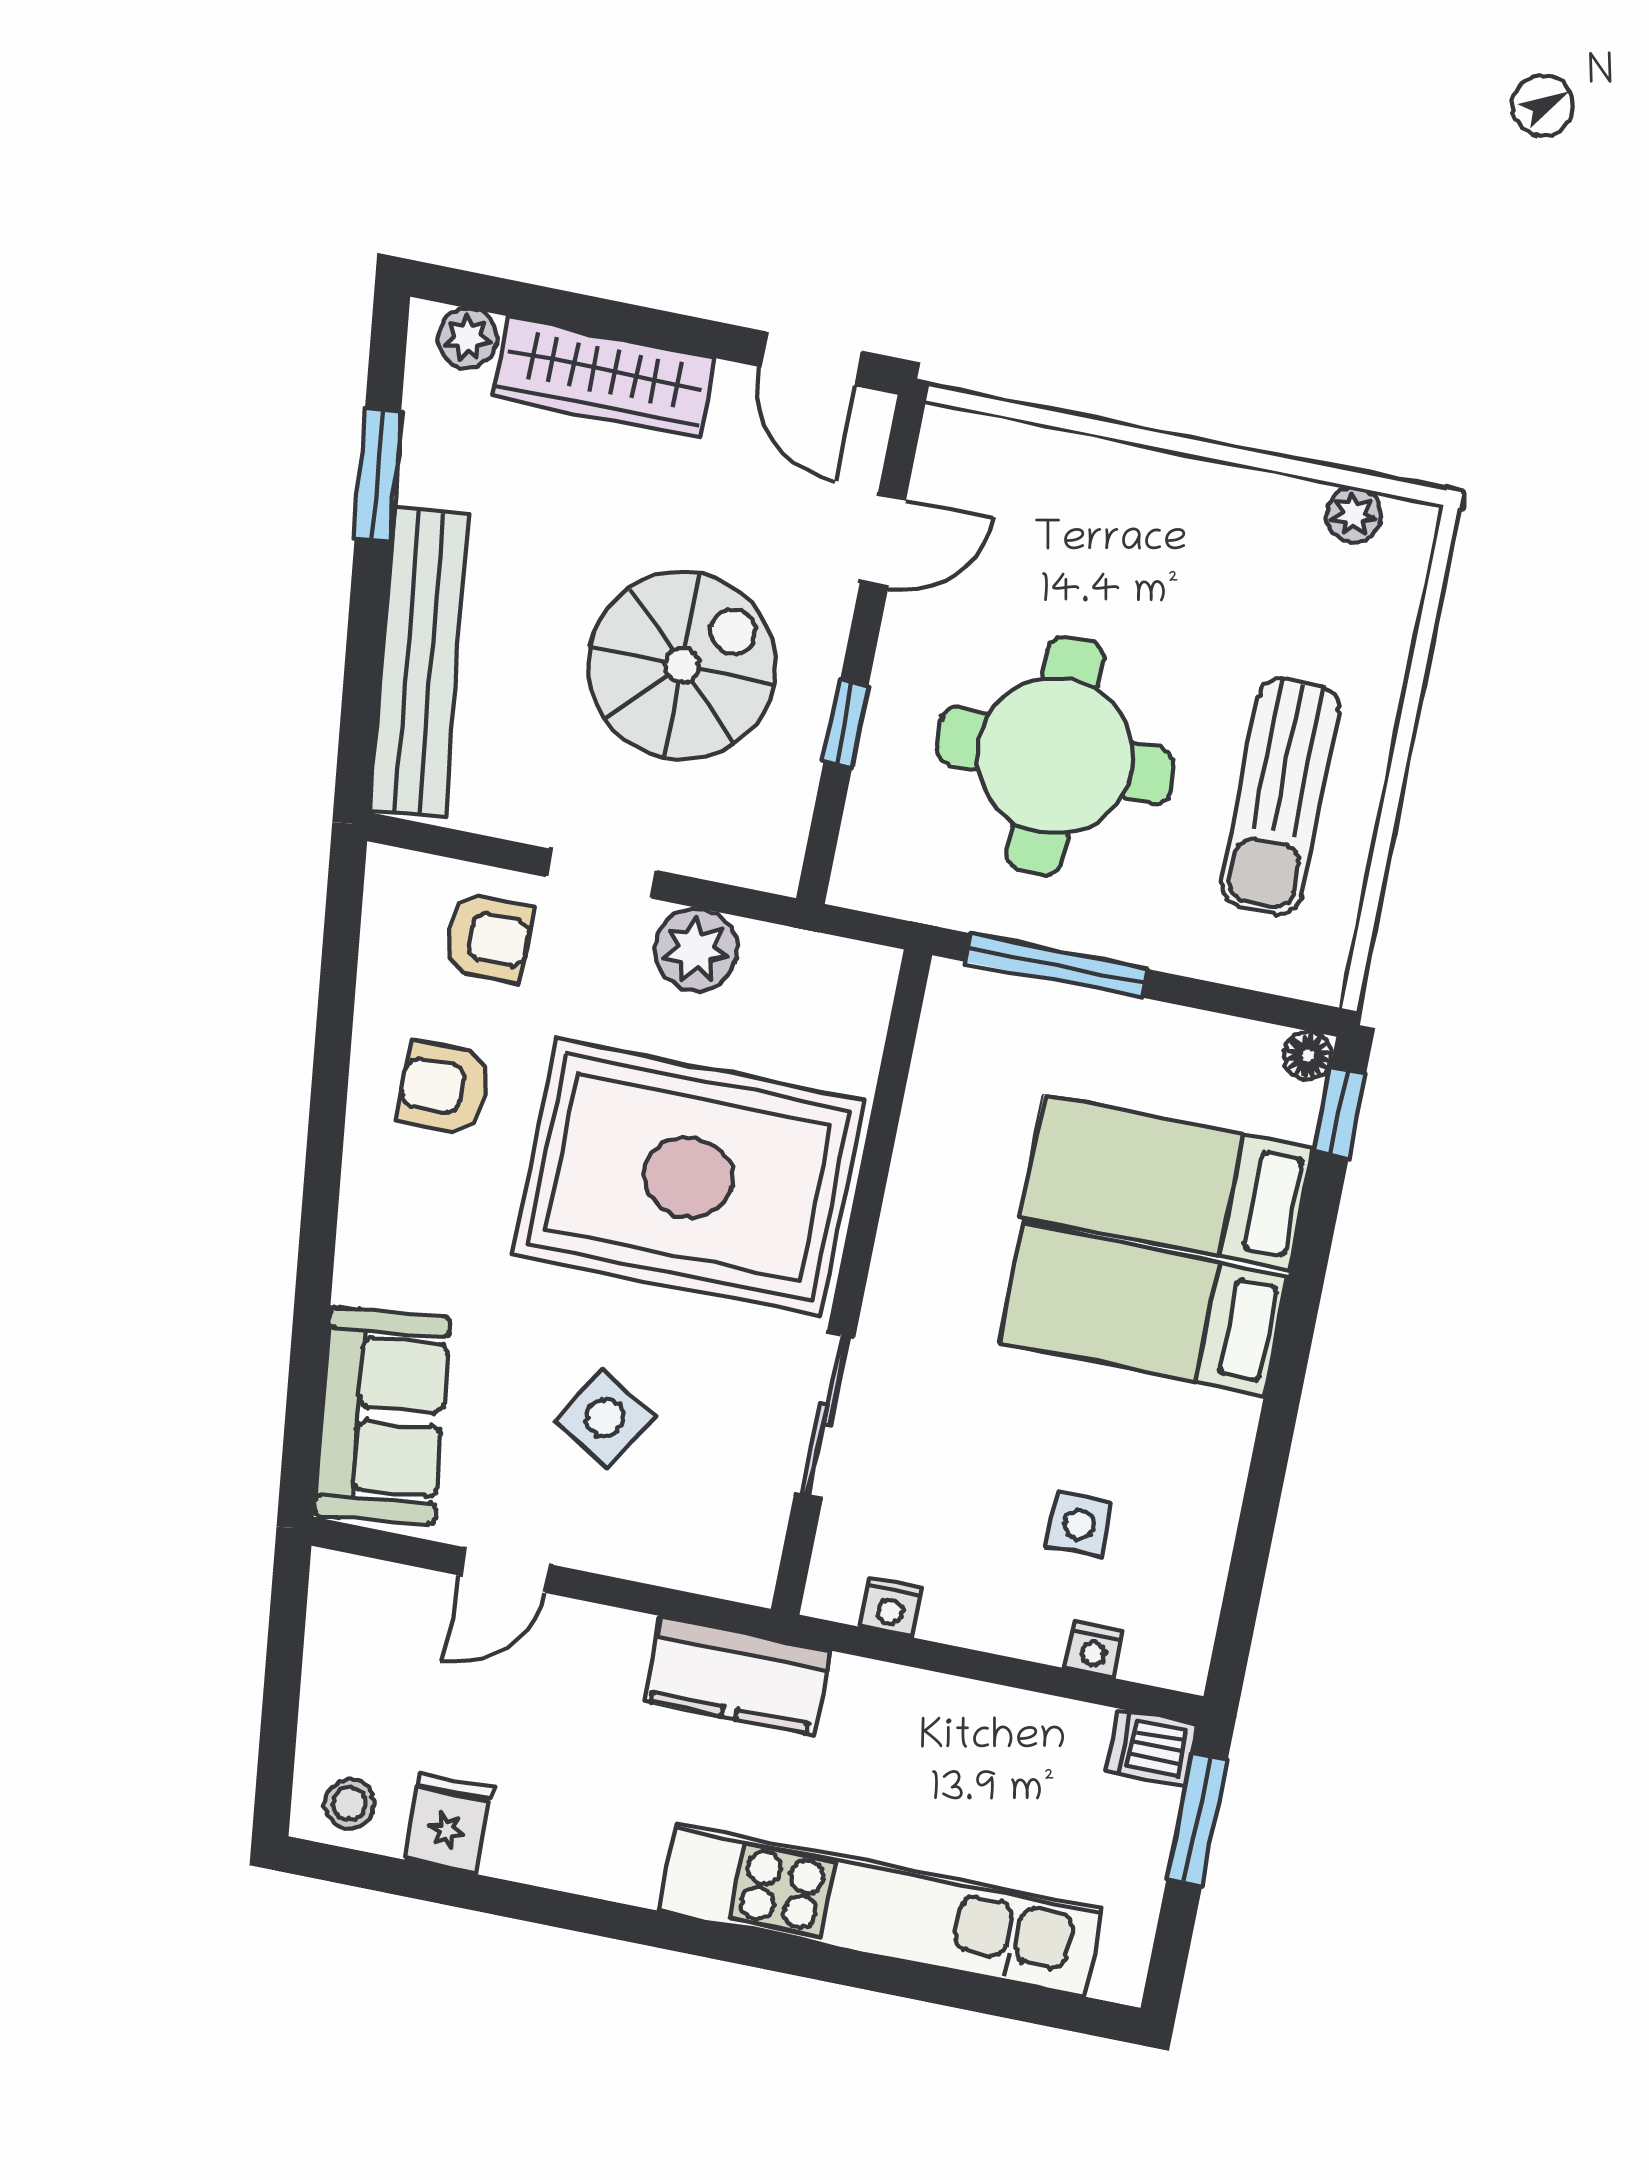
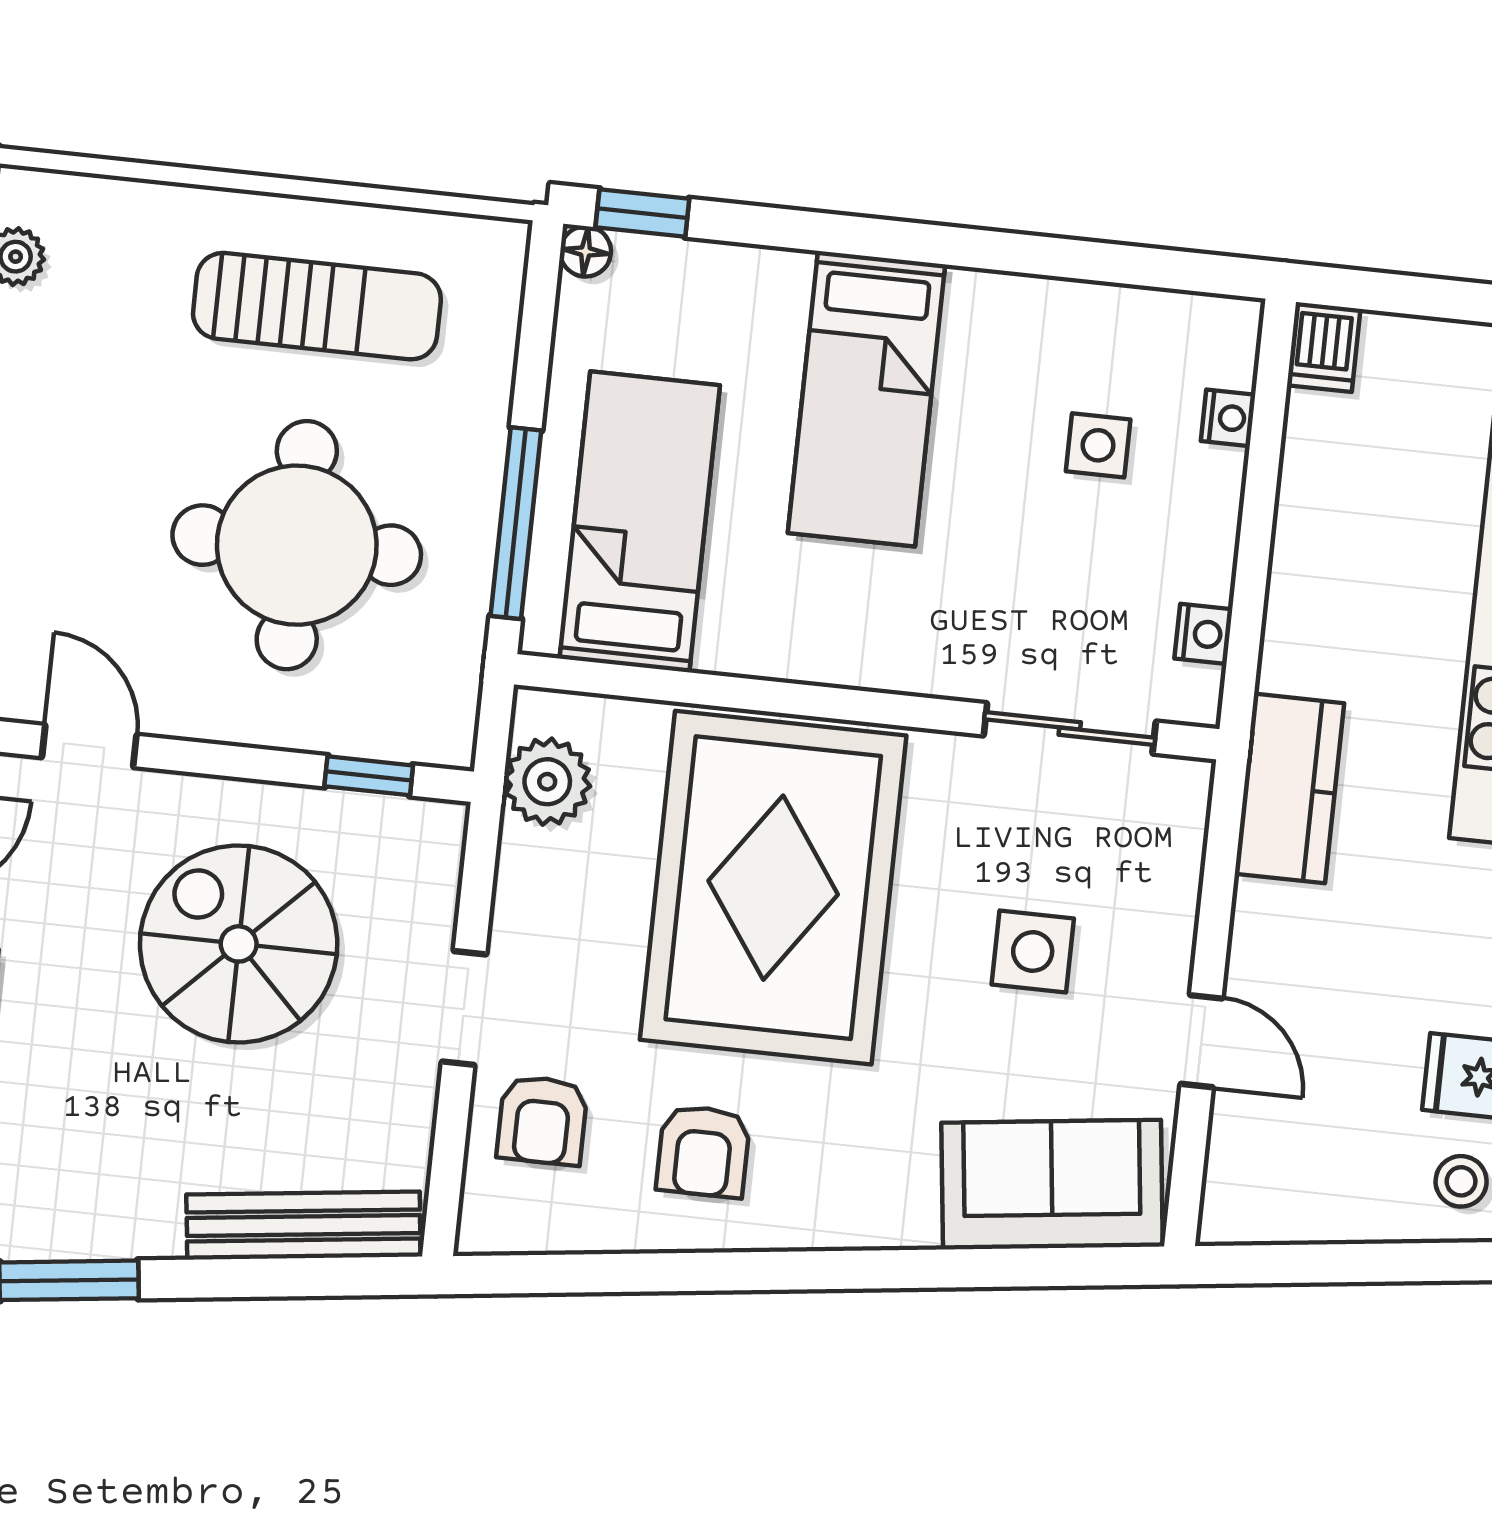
bench: (419, 662) -> (303, 1226), width x0.73, depth x0.82
window: (846, 723) -> (369, 776), moved
armchair: (488, 938) -> (542, 1120), turned 180
plant: (696, 950) -> (547, 782), moved
bed: (1167, 1182) -> (640, 522), moved, turned 180
sliding door: (825, 1415) -> (1070, 728), moved
side table: (605, 1418) -> (1033, 952), turned -31
window: (1197, 1820) -> (1396, 294), removed

